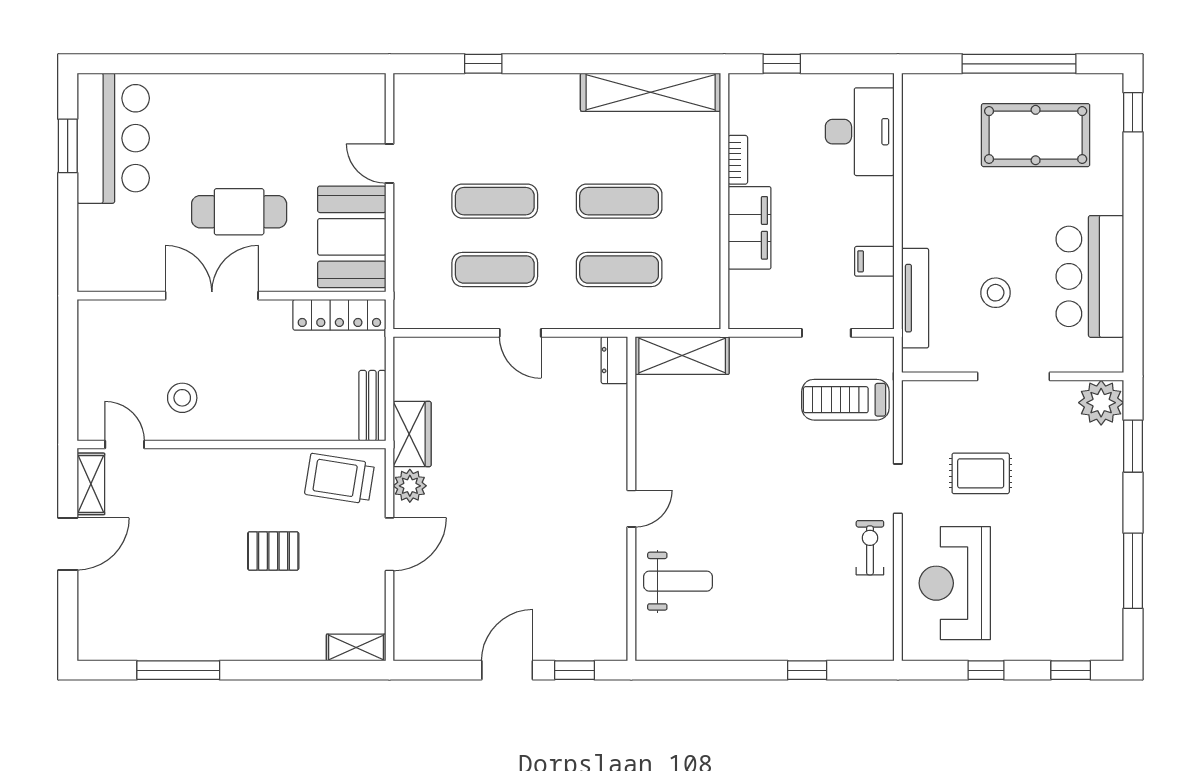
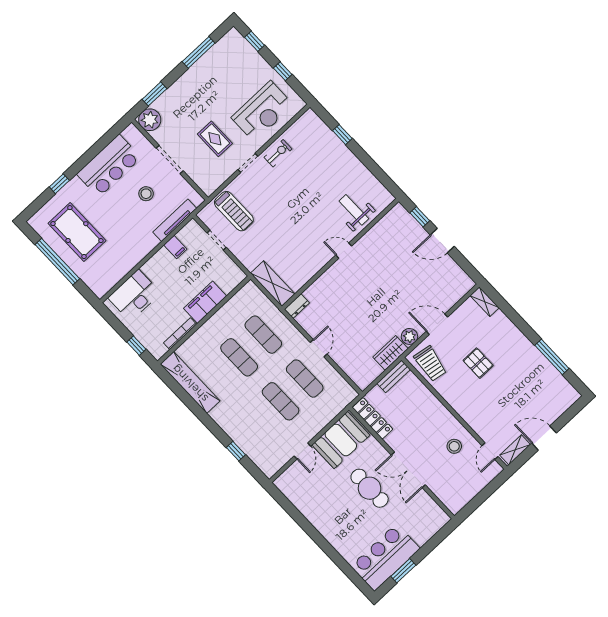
window: (1133, 112) -> (59, 184), moved
bookcase: (738, 160) -> (180, 334), width x1.56
exercise bike: (870, 548) -> (278, 153), turned 180

